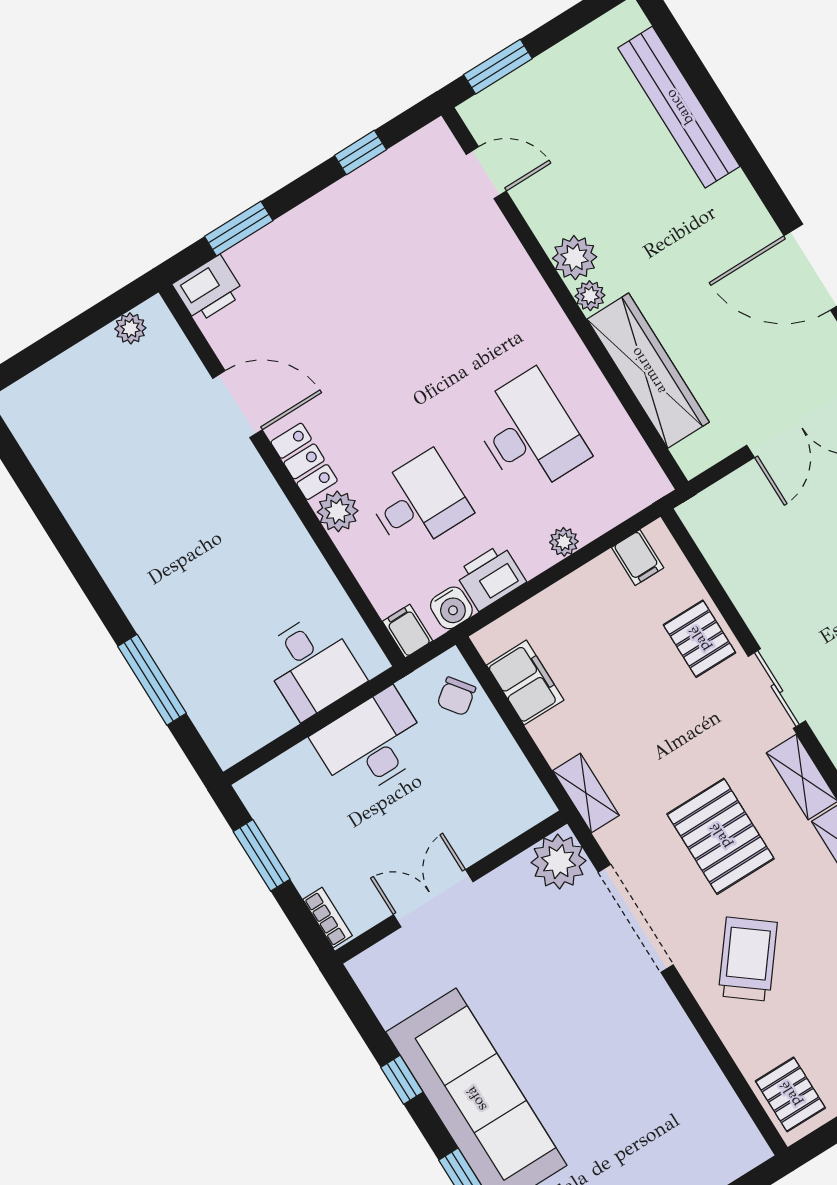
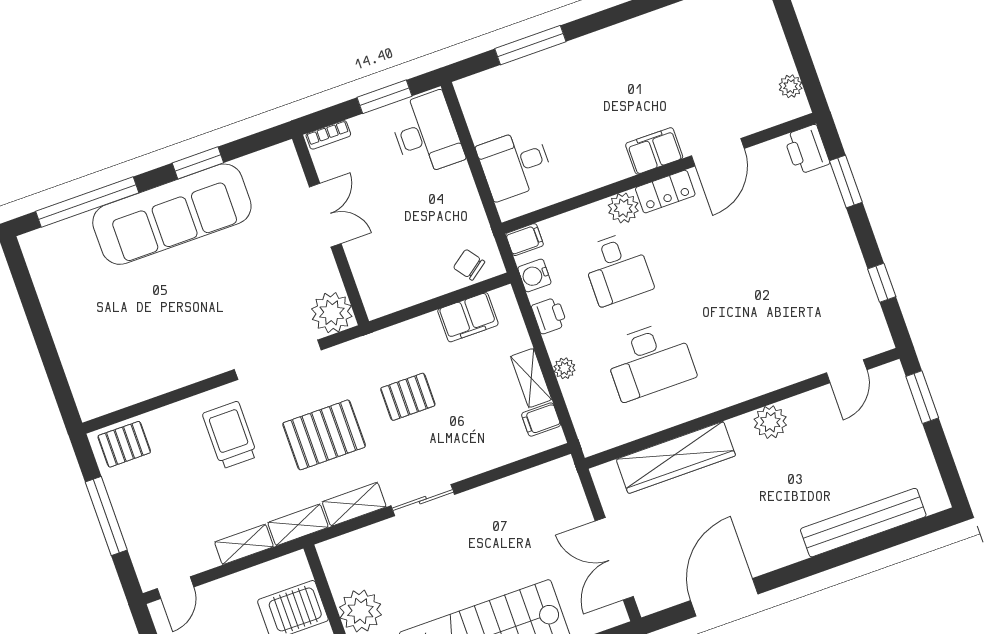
plant: (590, 296) -> (740, 427), removed
filing cabinet: (254, 488) -> (654, 151), added
printer: (491, 577) -> (549, 315), width x0.73, depth x0.81
pallet: (699, 639) -> (408, 397), moved
desk: (371, 744) -> (426, 134), moved
shelving: (586, 793) -> (531, 378), moved, turned 90
trolley: (748, 959) -> (230, 435), turned -128
window: (402, 1080) -> (198, 163), width x1.50

